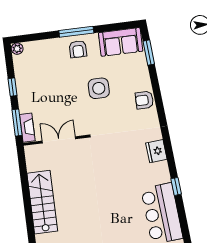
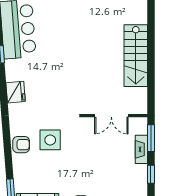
side table: (99, 88) -> (50, 140), moved
fireplace: (27, 128) -> (141, 149), moved

